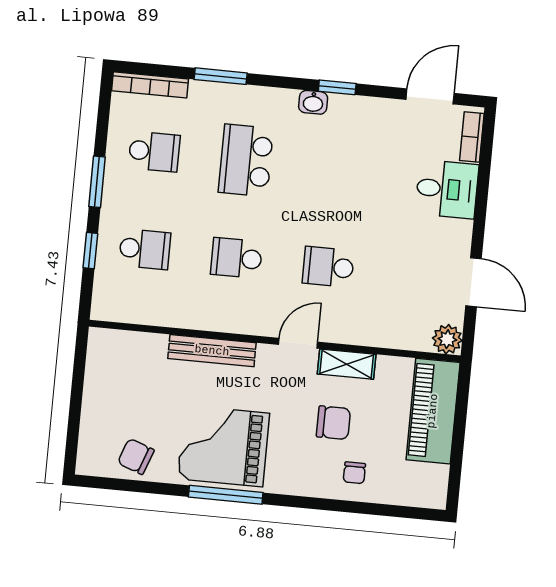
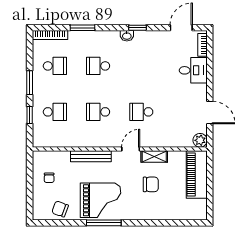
school desk: (246, 160) -> (98, 66), width x0.54
grand piano: (223, 446) -> (100, 200), turned 180
chair: (354, 473) -> (49, 178), moved

